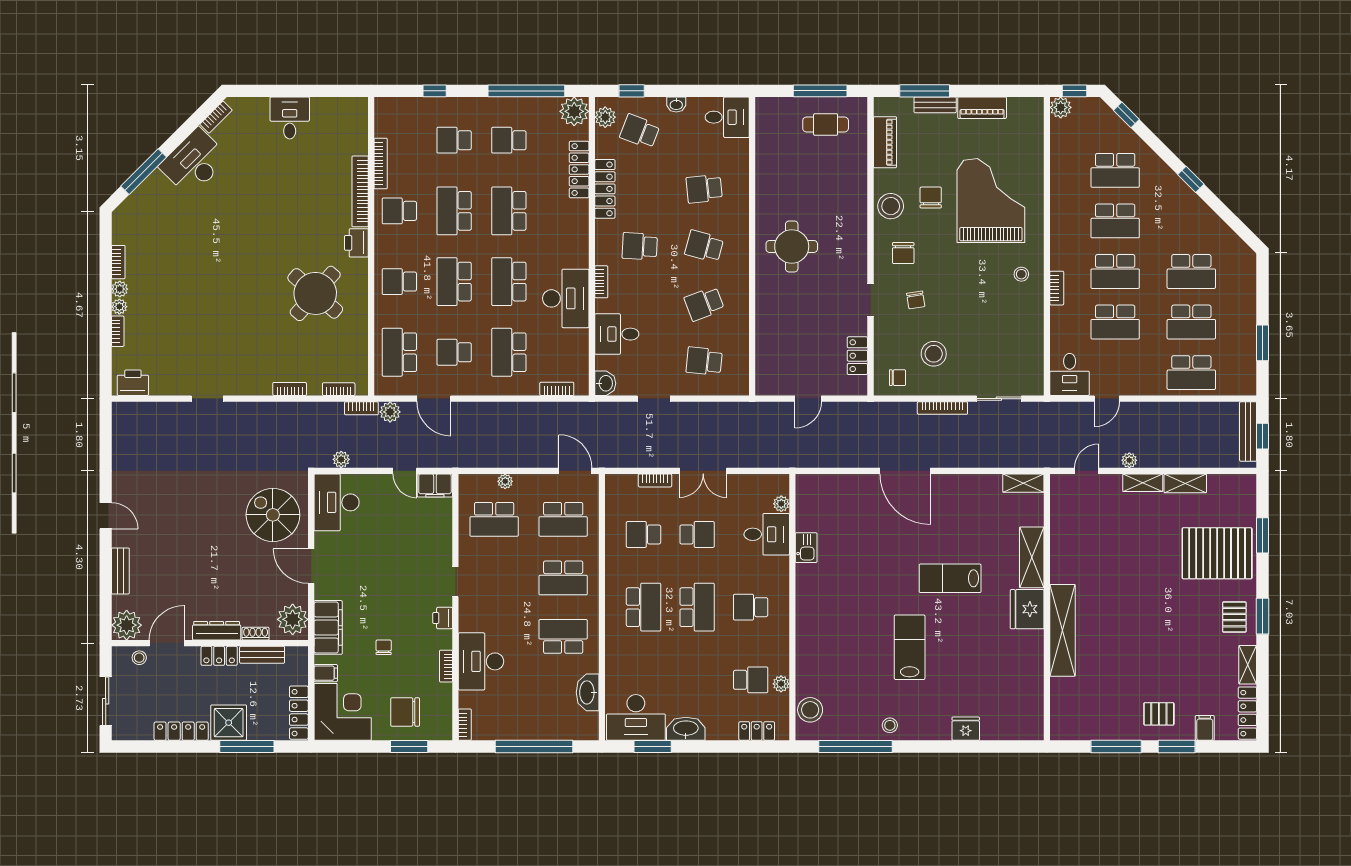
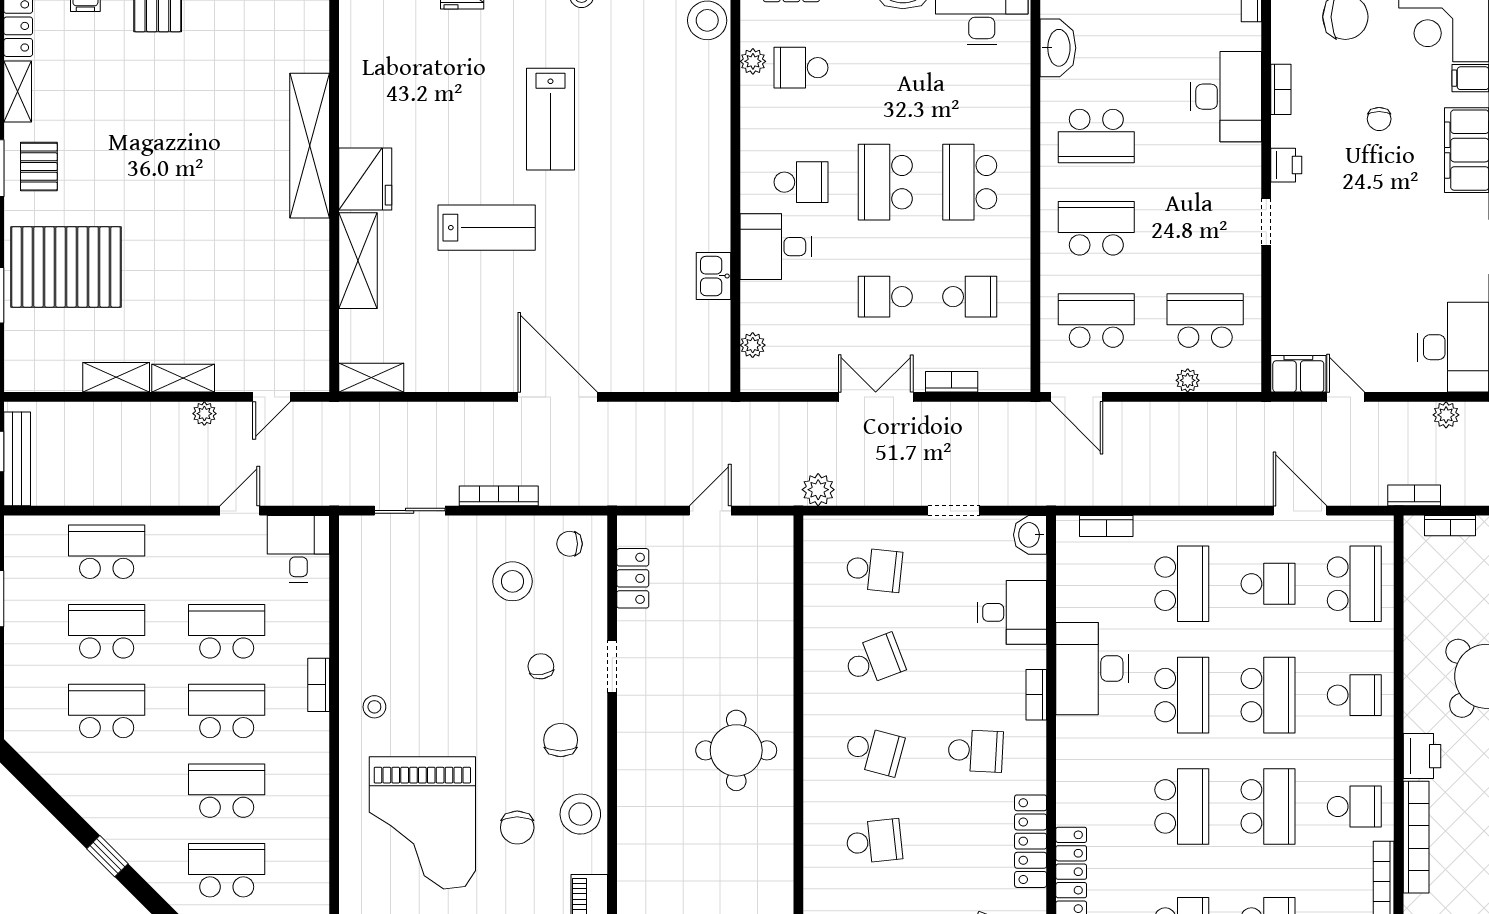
plant: (390, 412) -> (818, 490), moved
desk: (767, 534) -> (776, 247), moved

